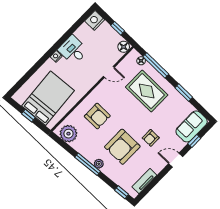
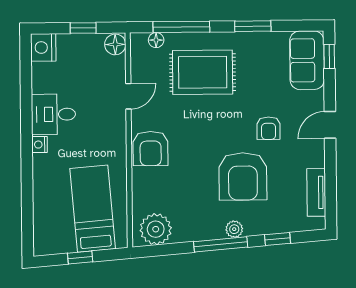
bed: (48, 98) -> (93, 209), width x0.67
armchair: (97, 116) -> (151, 148), moved, turned 90
window: (194, 141) -> (329, 56), moved
window: (122, 192) -> (277, 239), moved

